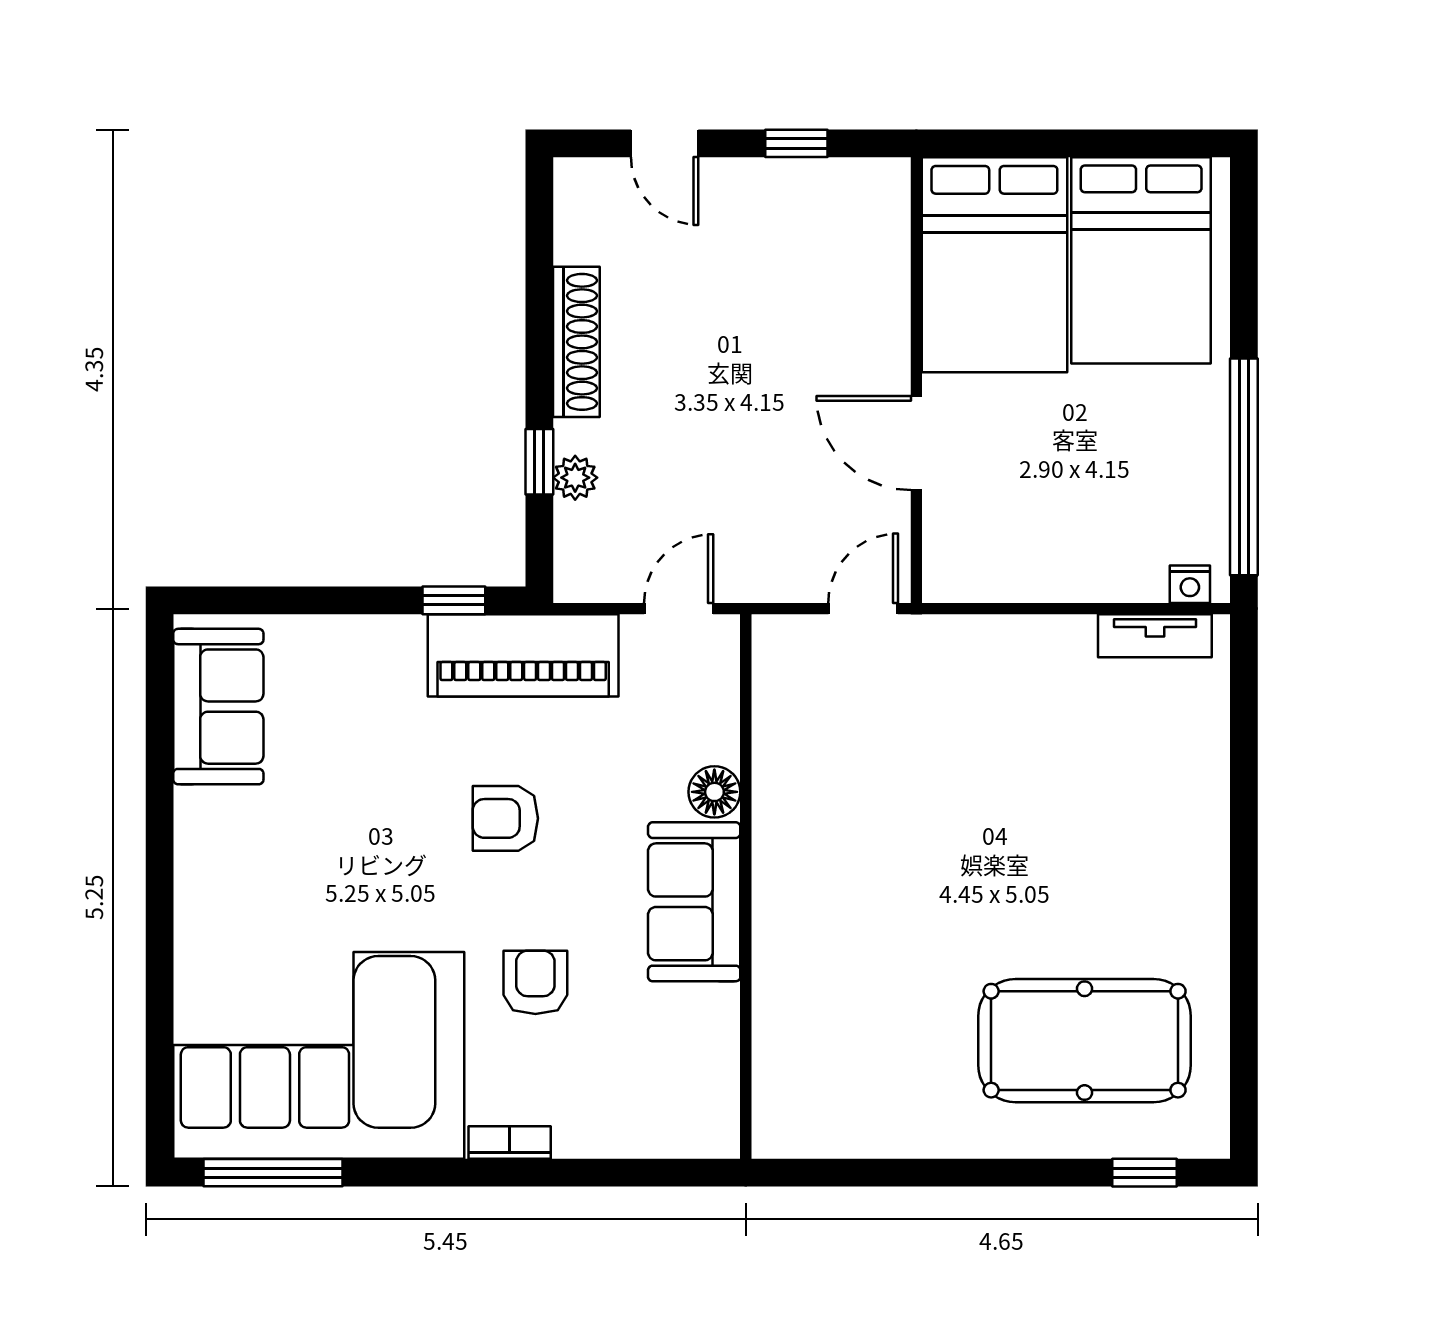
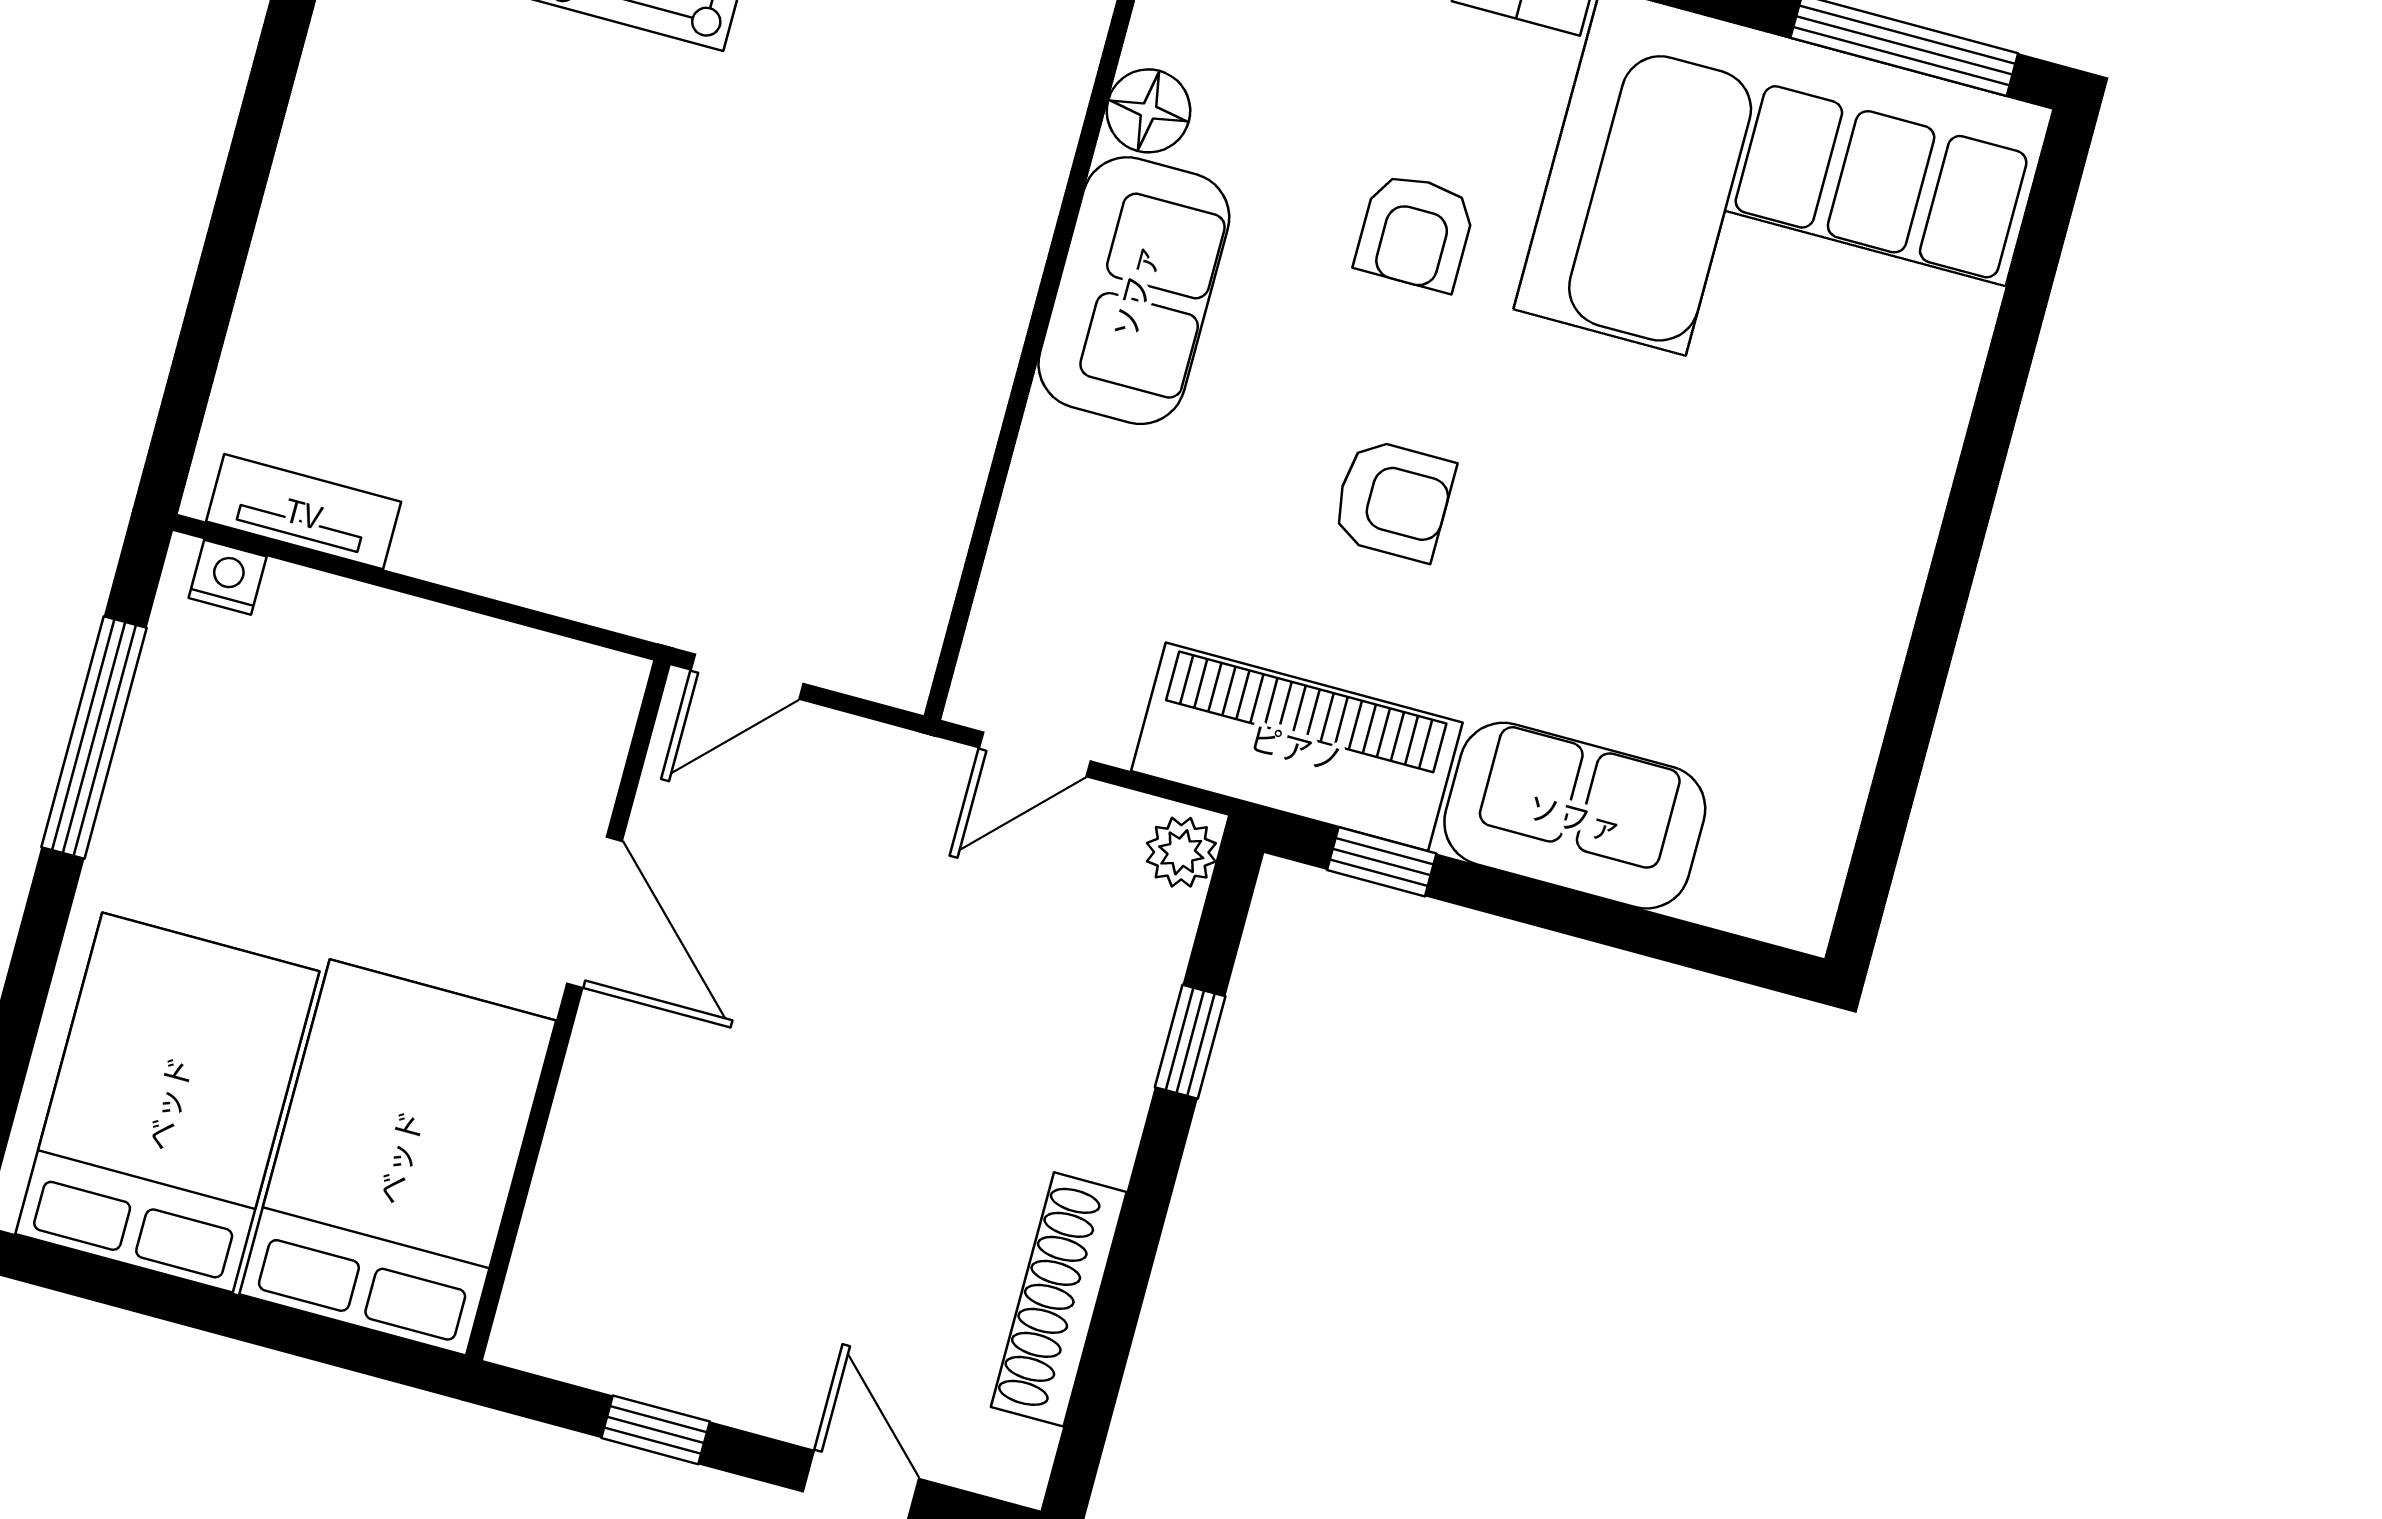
shoe rack: (576, 342) -> (1059, 1299), moved
window: (1244, 467) -> (94, 737), width x0.68
plant: (575, 478) -> (1181, 852), moved
sofa: (218, 707) -> (1575, 816), moved, turned 90
floor lamp: (714, 792) -> (1148, 111), moved

